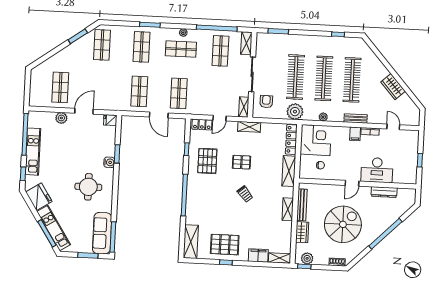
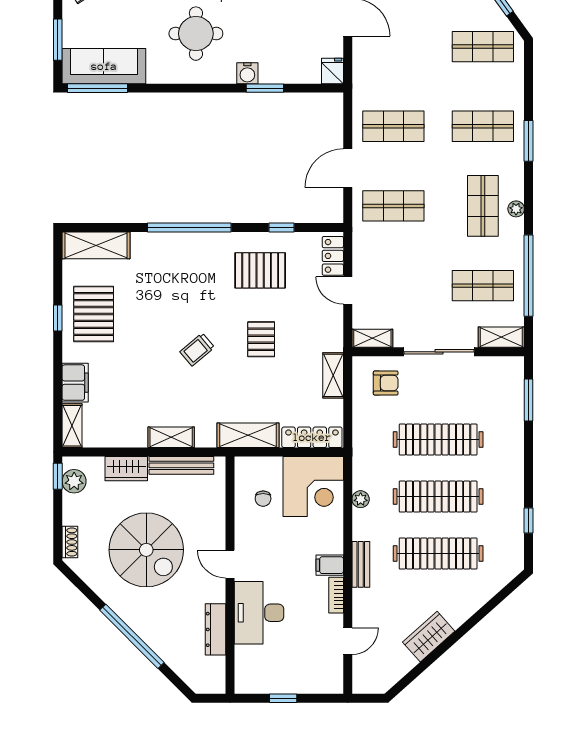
plant: (295, 112) -> (368, 442), removed
shelving: (249, 127) -> (333, 375), moved

